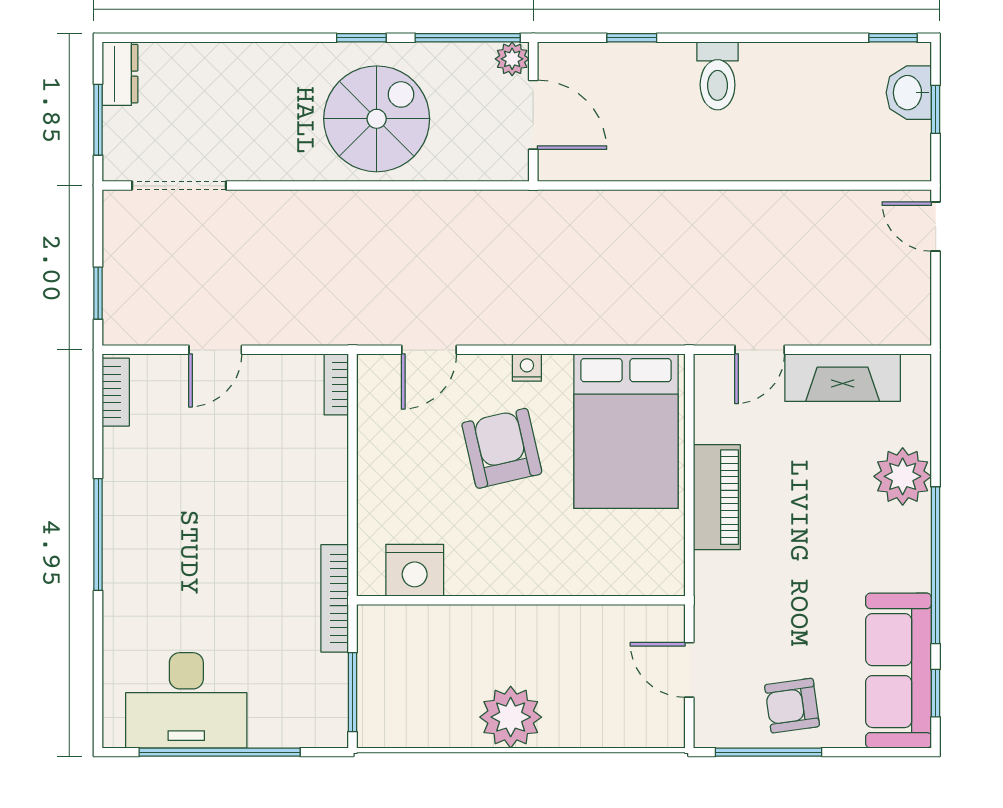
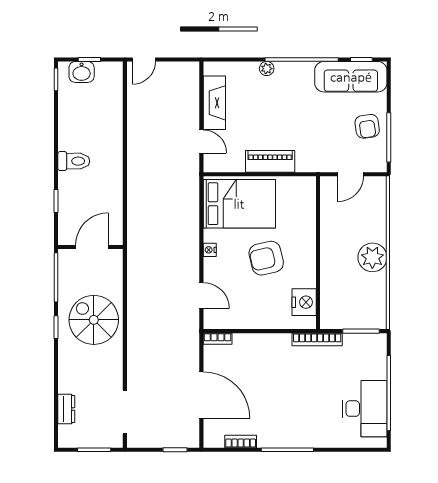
plant: (512, 59) -> (66, 257), removed
dresser: (120, 74) -> (66, 409), moved, turned 90
door: (215, 350) -> (201, 395), width x1.88
bookcase: (116, 392) -> (241, 441), moved
armchair: (502, 448) -> (266, 258), moved
plant: (903, 476) -> (267, 69), width x0.53, depth x0.53

